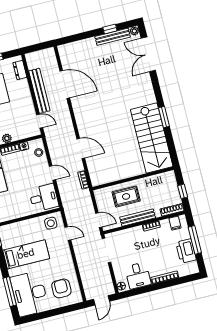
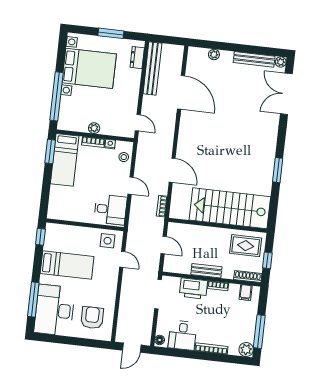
window: (110, 29) -> (254, 50), removed
plant: (79, 45) -> (214, 54), added
bench: (39, 91) -> (152, 69), moved
stairs: (152, 138) -> (230, 208), moved, turned 90
rug: (126, 196) -> (246, 246), moved
bench: (138, 218) -> (206, 271), width x0.73
door: (99, 220) -> (164, 245), moved
window: (195, 240) -> (259, 332), moved
printer: (186, 251) -> (193, 288), moved, turned -90
plant: (192, 268) -> (246, 350), added

